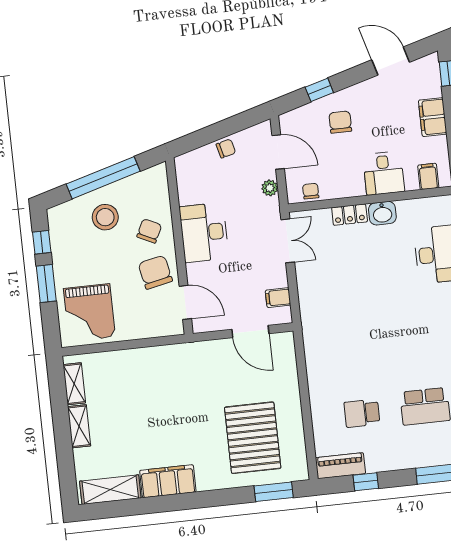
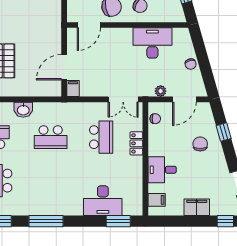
chair: (340, 122) -> (200, 144), turned -90
washbasin: (382, 213) -> (23, 110), moved, turned -90
desk: (204, 233) -> (152, 43), moved
school desk: (346, 267) -> (101, 137), added
filing cabinet: (278, 298) -> (73, 89), moved
school desk: (354, 340) -> (51, 137), added

